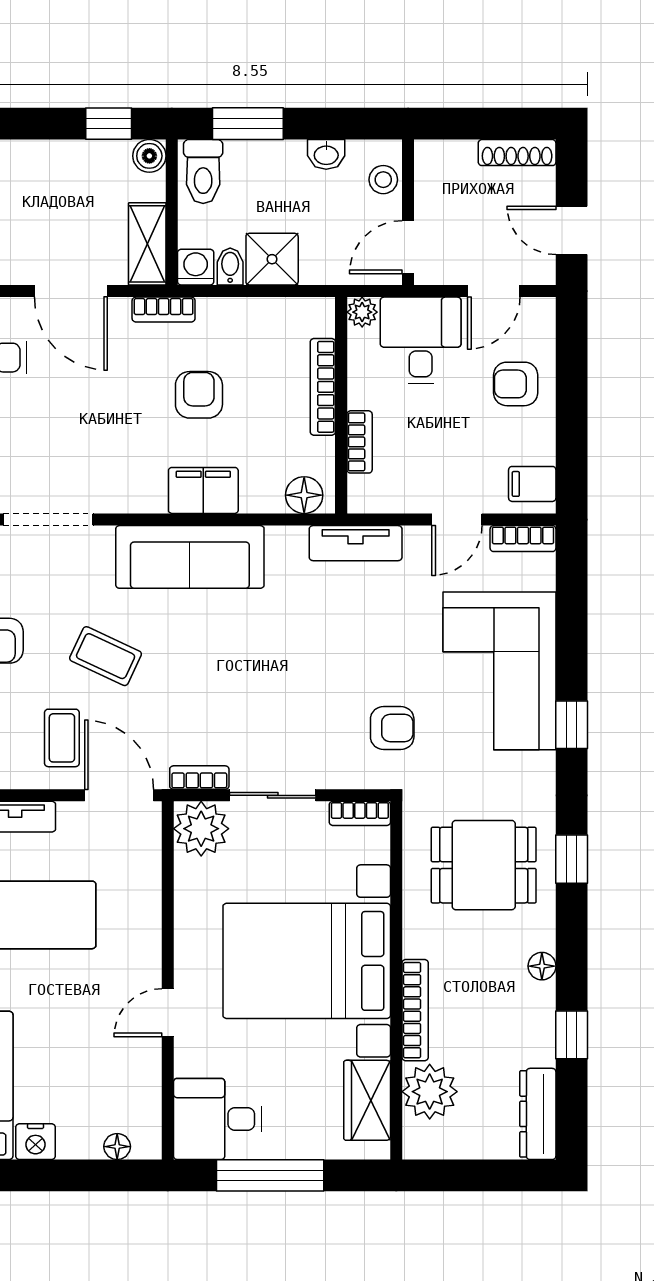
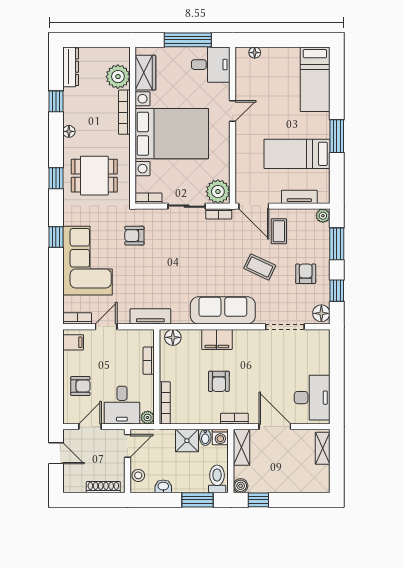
shoe rack: (517, 153) -> (103, 487), moved
bookcase: (323, 387) -> (165, 403), moved
nightstand: (35, 1142) -> (290, 55), removed

